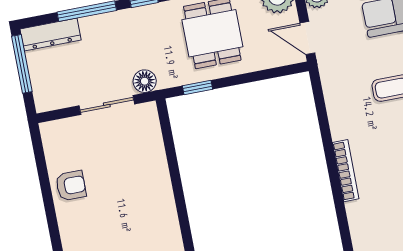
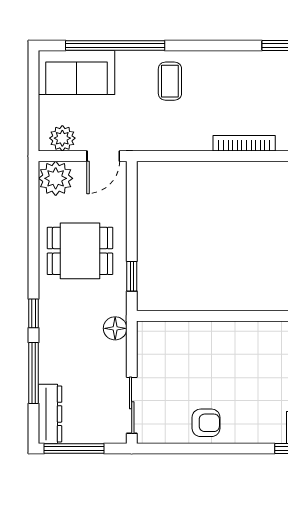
sliding door: (107, 105) -> (132, 405), moved
armchair: (71, 186) -> (206, 423), turned 90

